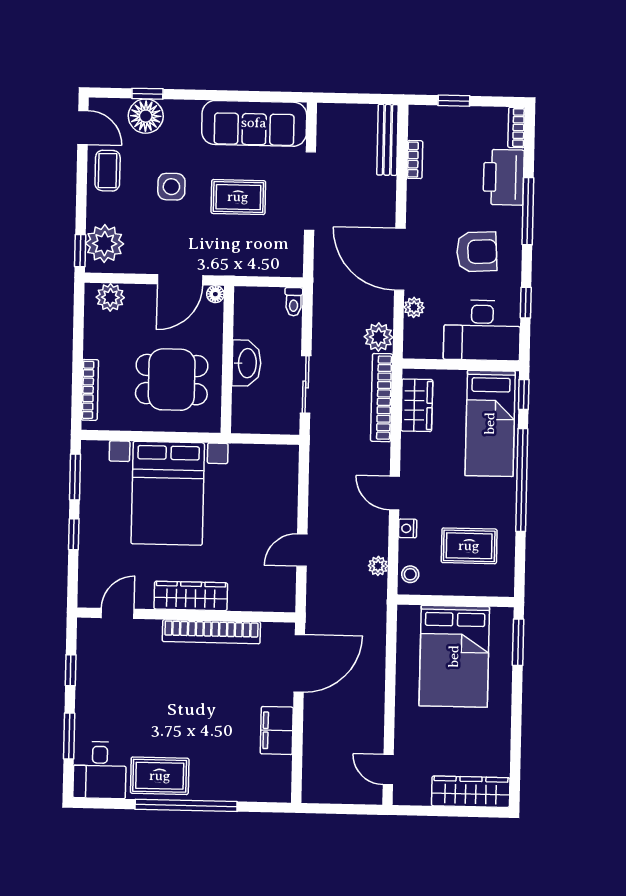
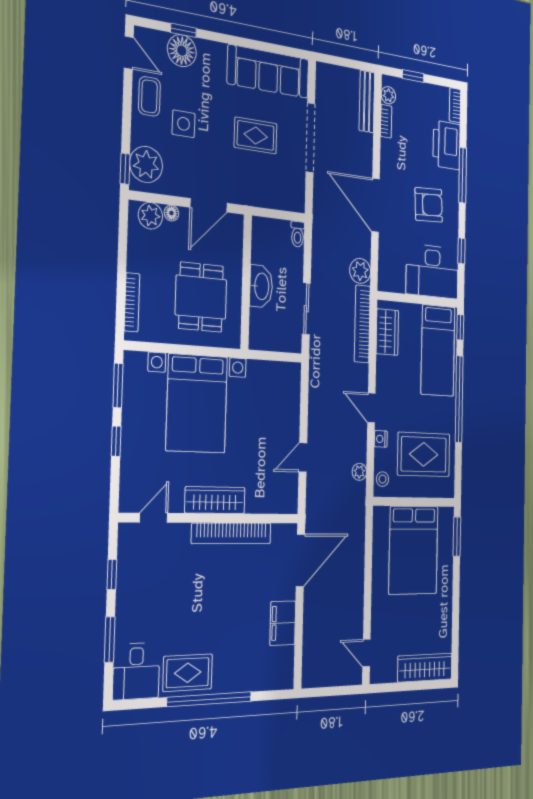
side table: (171, 187) -> (184, 124), moved
floor lamp: (215, 294) -> (171, 213), moved
plant: (414, 307) -> (388, 95), moved
dining table: (172, 380) -> (201, 297), turned 90
rug: (469, 546) -> (424, 454), width x1.36, depth x1.43

